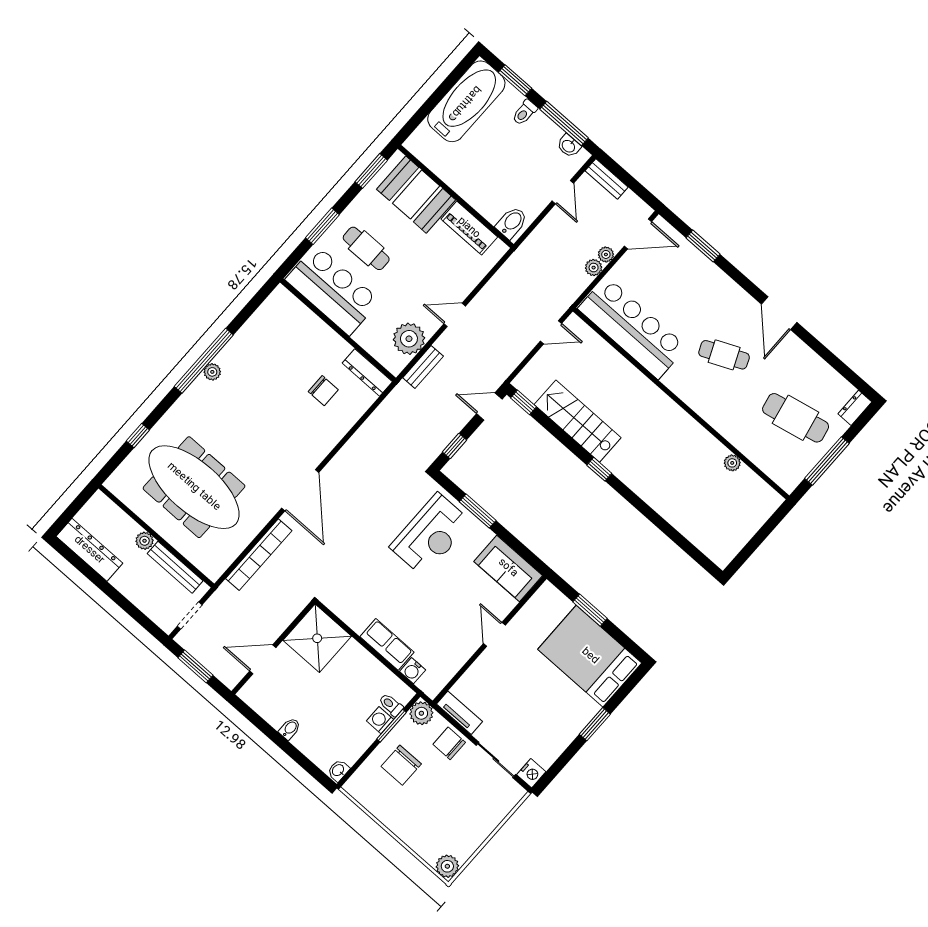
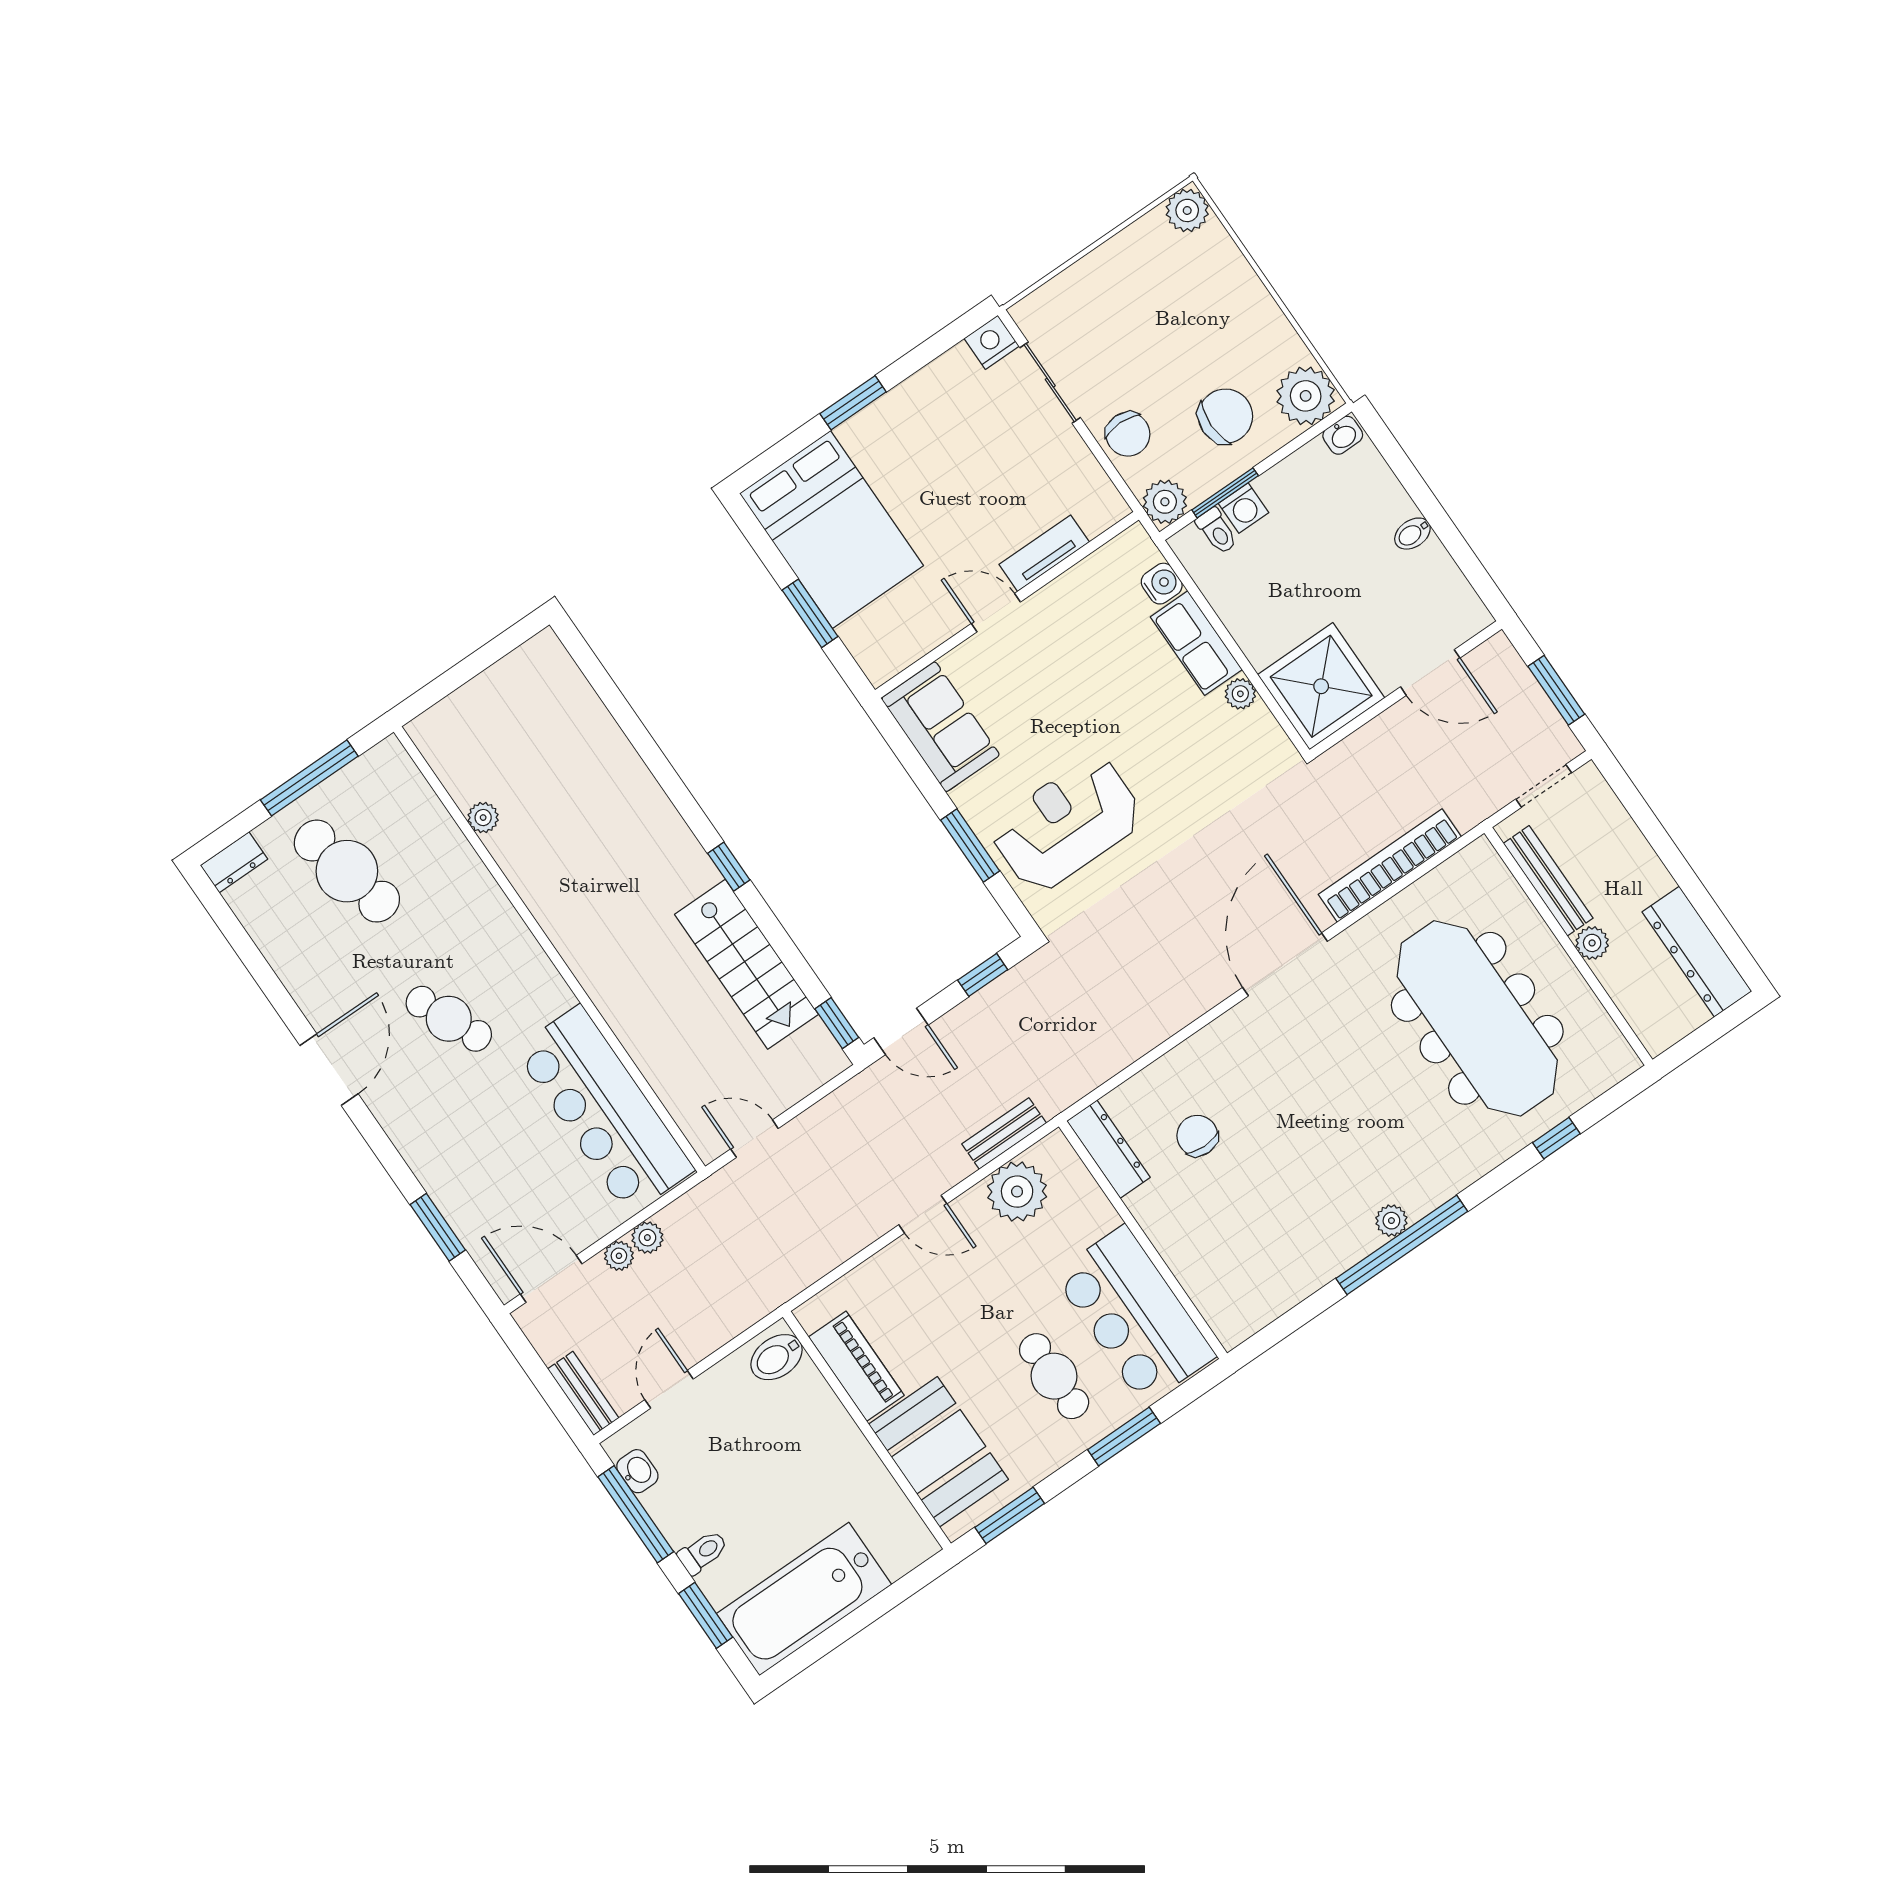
plant: (358, 624) -> (1240, 694), added
door: (494, 634) -> (996, 613), swing flipped
tv unit: (459, 713) -> (1044, 553), moved, turned 90
plant: (362, 786) -> (1306, 396), added

